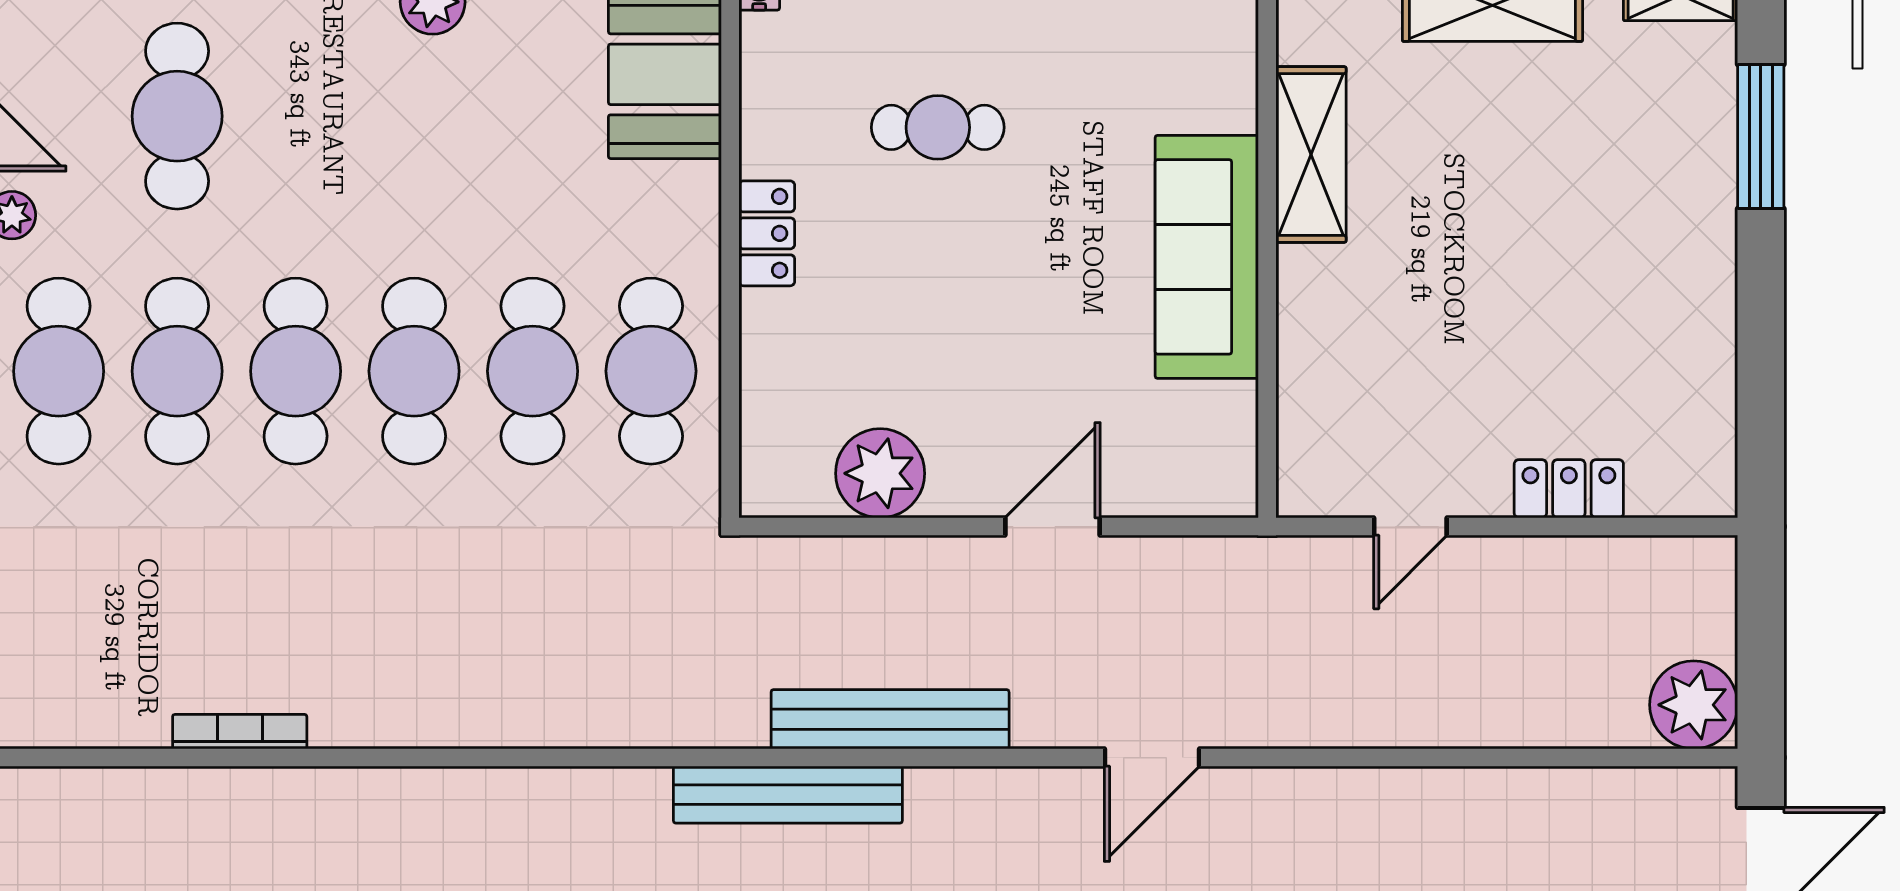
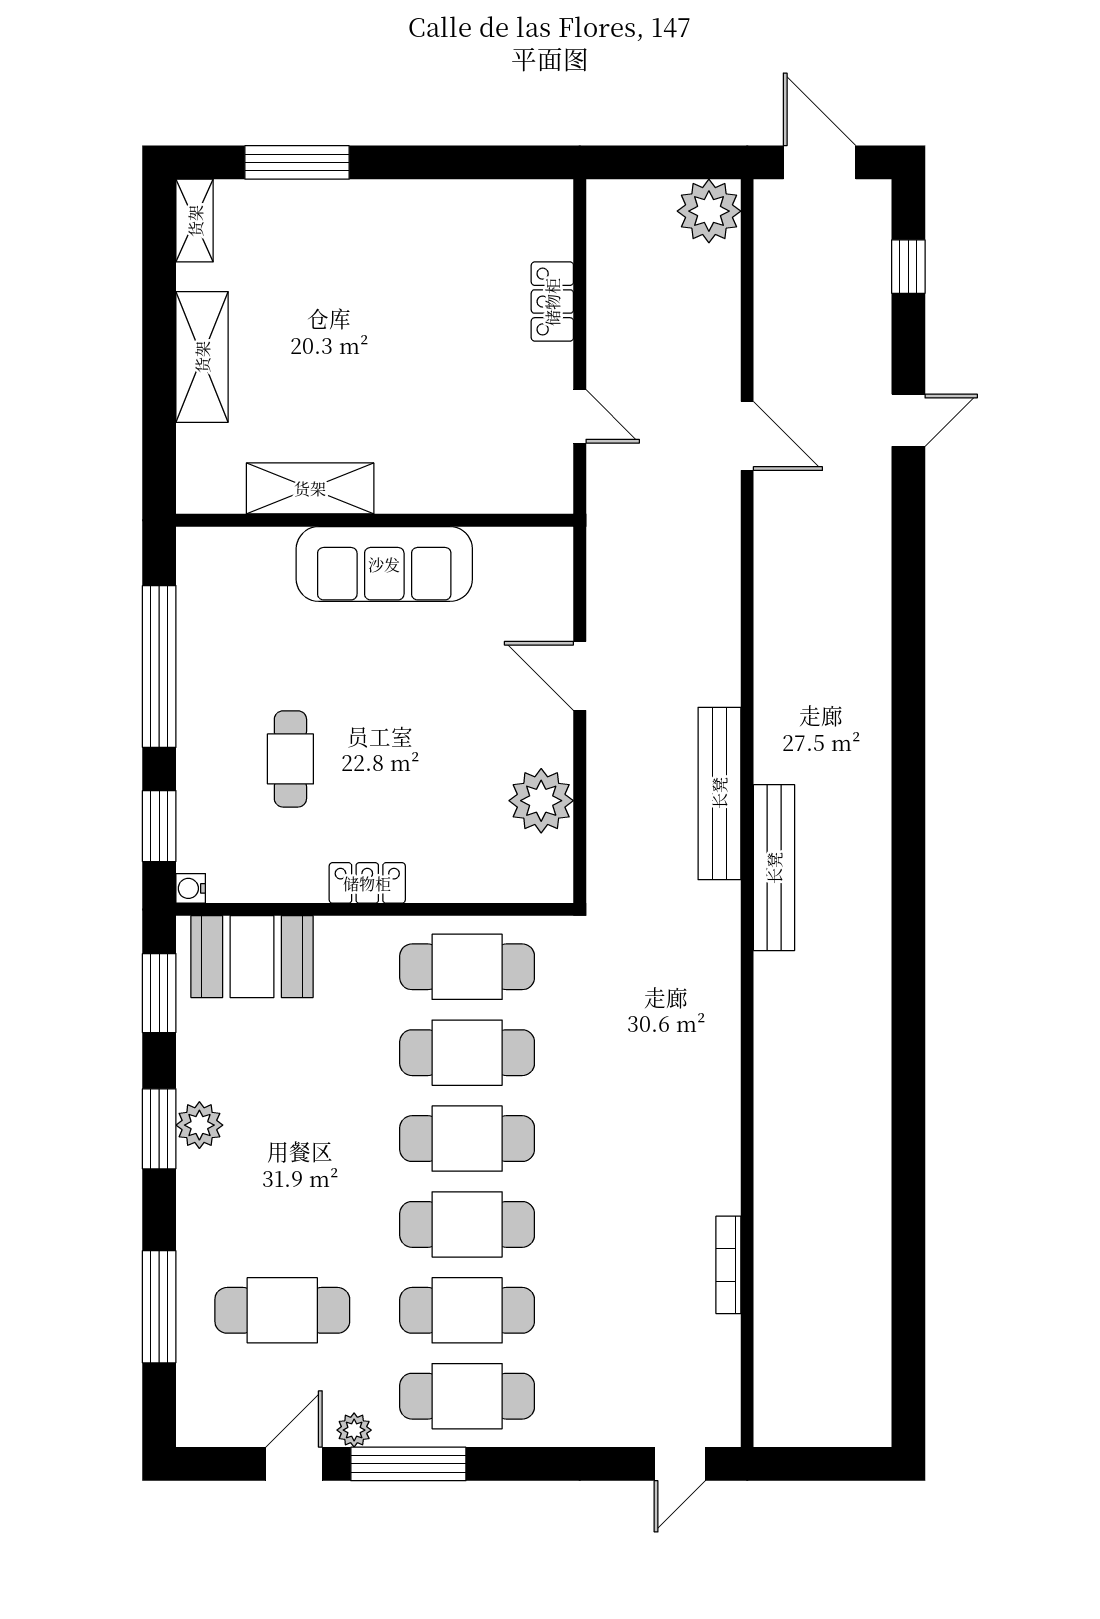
door: (1152, 758) -> (747, 436), moved

